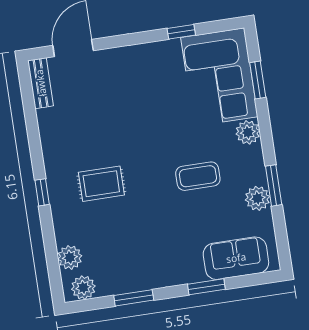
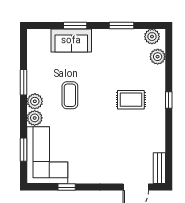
coffee table: (198, 176) -> (70, 95), turned 90
plant: (258, 198) -> (35, 101), moved
sofa: (236, 258) -> (71, 40), moved

